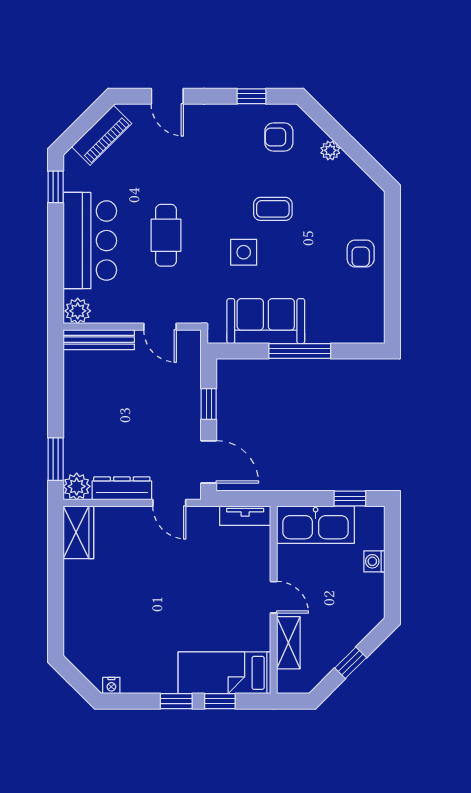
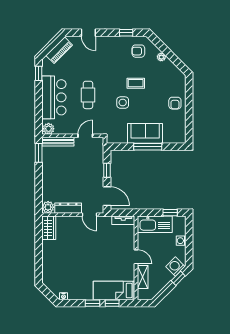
sofa: (266, 321) -> (145, 133), moved
door: (160, 327) -> (85, 136), swing flipped
window: (56, 459) -> (39, 153), moved
washing machine: (362, 619) -> (175, 267), added
window: (351, 663) -> (178, 278), moved

